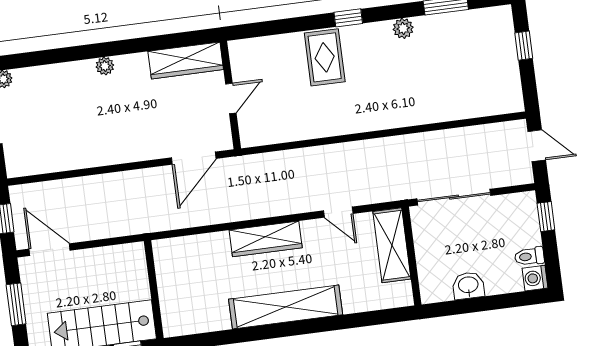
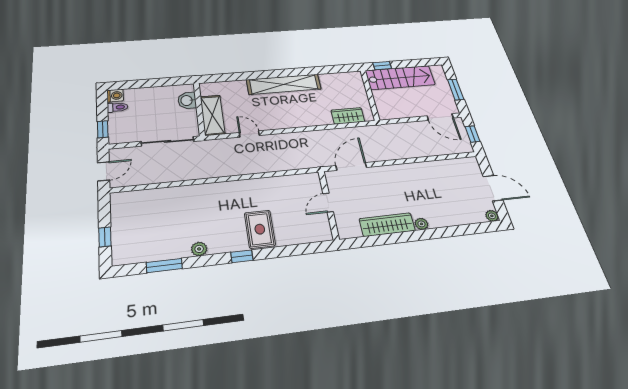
wardrobe: (186, 60) -> (387, 225), moved
door: (537, 146) -> (104, 171), swing flipped
wardrobe: (266, 239) -> (348, 116), moved, width x0.67
washbasin: (468, 286) -> (187, 101), moved, turned 90

